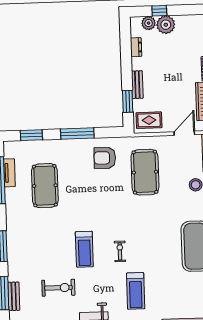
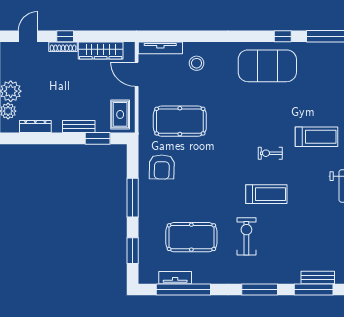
dresser: (136, 47) -> (35, 126), width x1.44
exercise bike: (58, 288) -> (246, 236), moved

